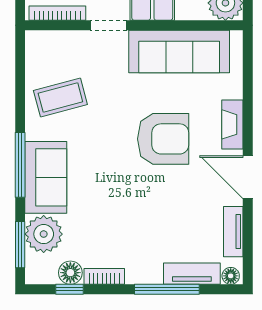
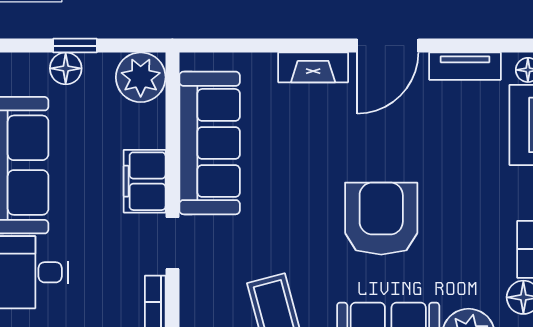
armchair: (163, 139) -> (381, 219), moved

